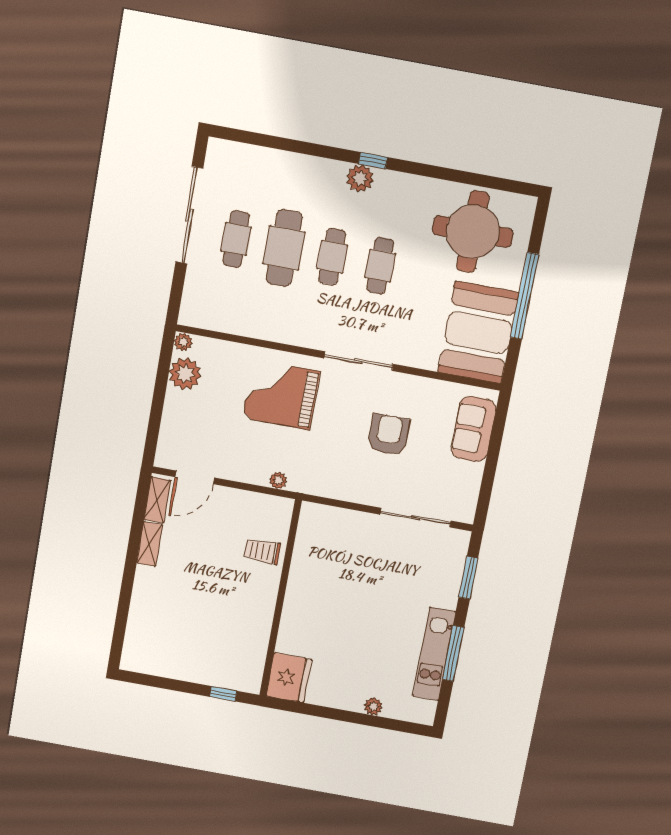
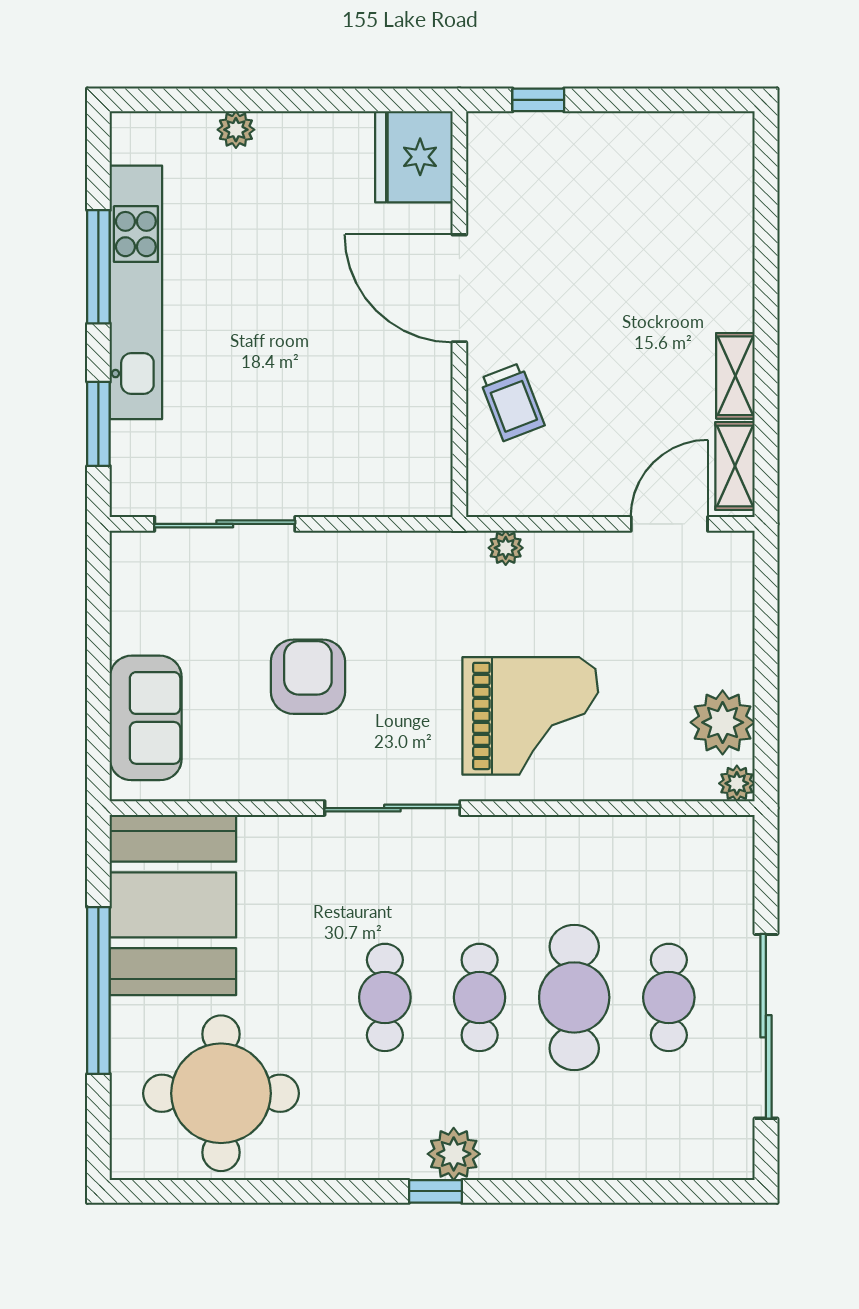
armchair: (388, 435) -> (308, 677), turned 180
trolley: (262, 551) -> (512, 402), turned 69
door: (278, 611) -> (459, 288), added
kitchen unit: (434, 654) -> (136, 292), width x1.36

